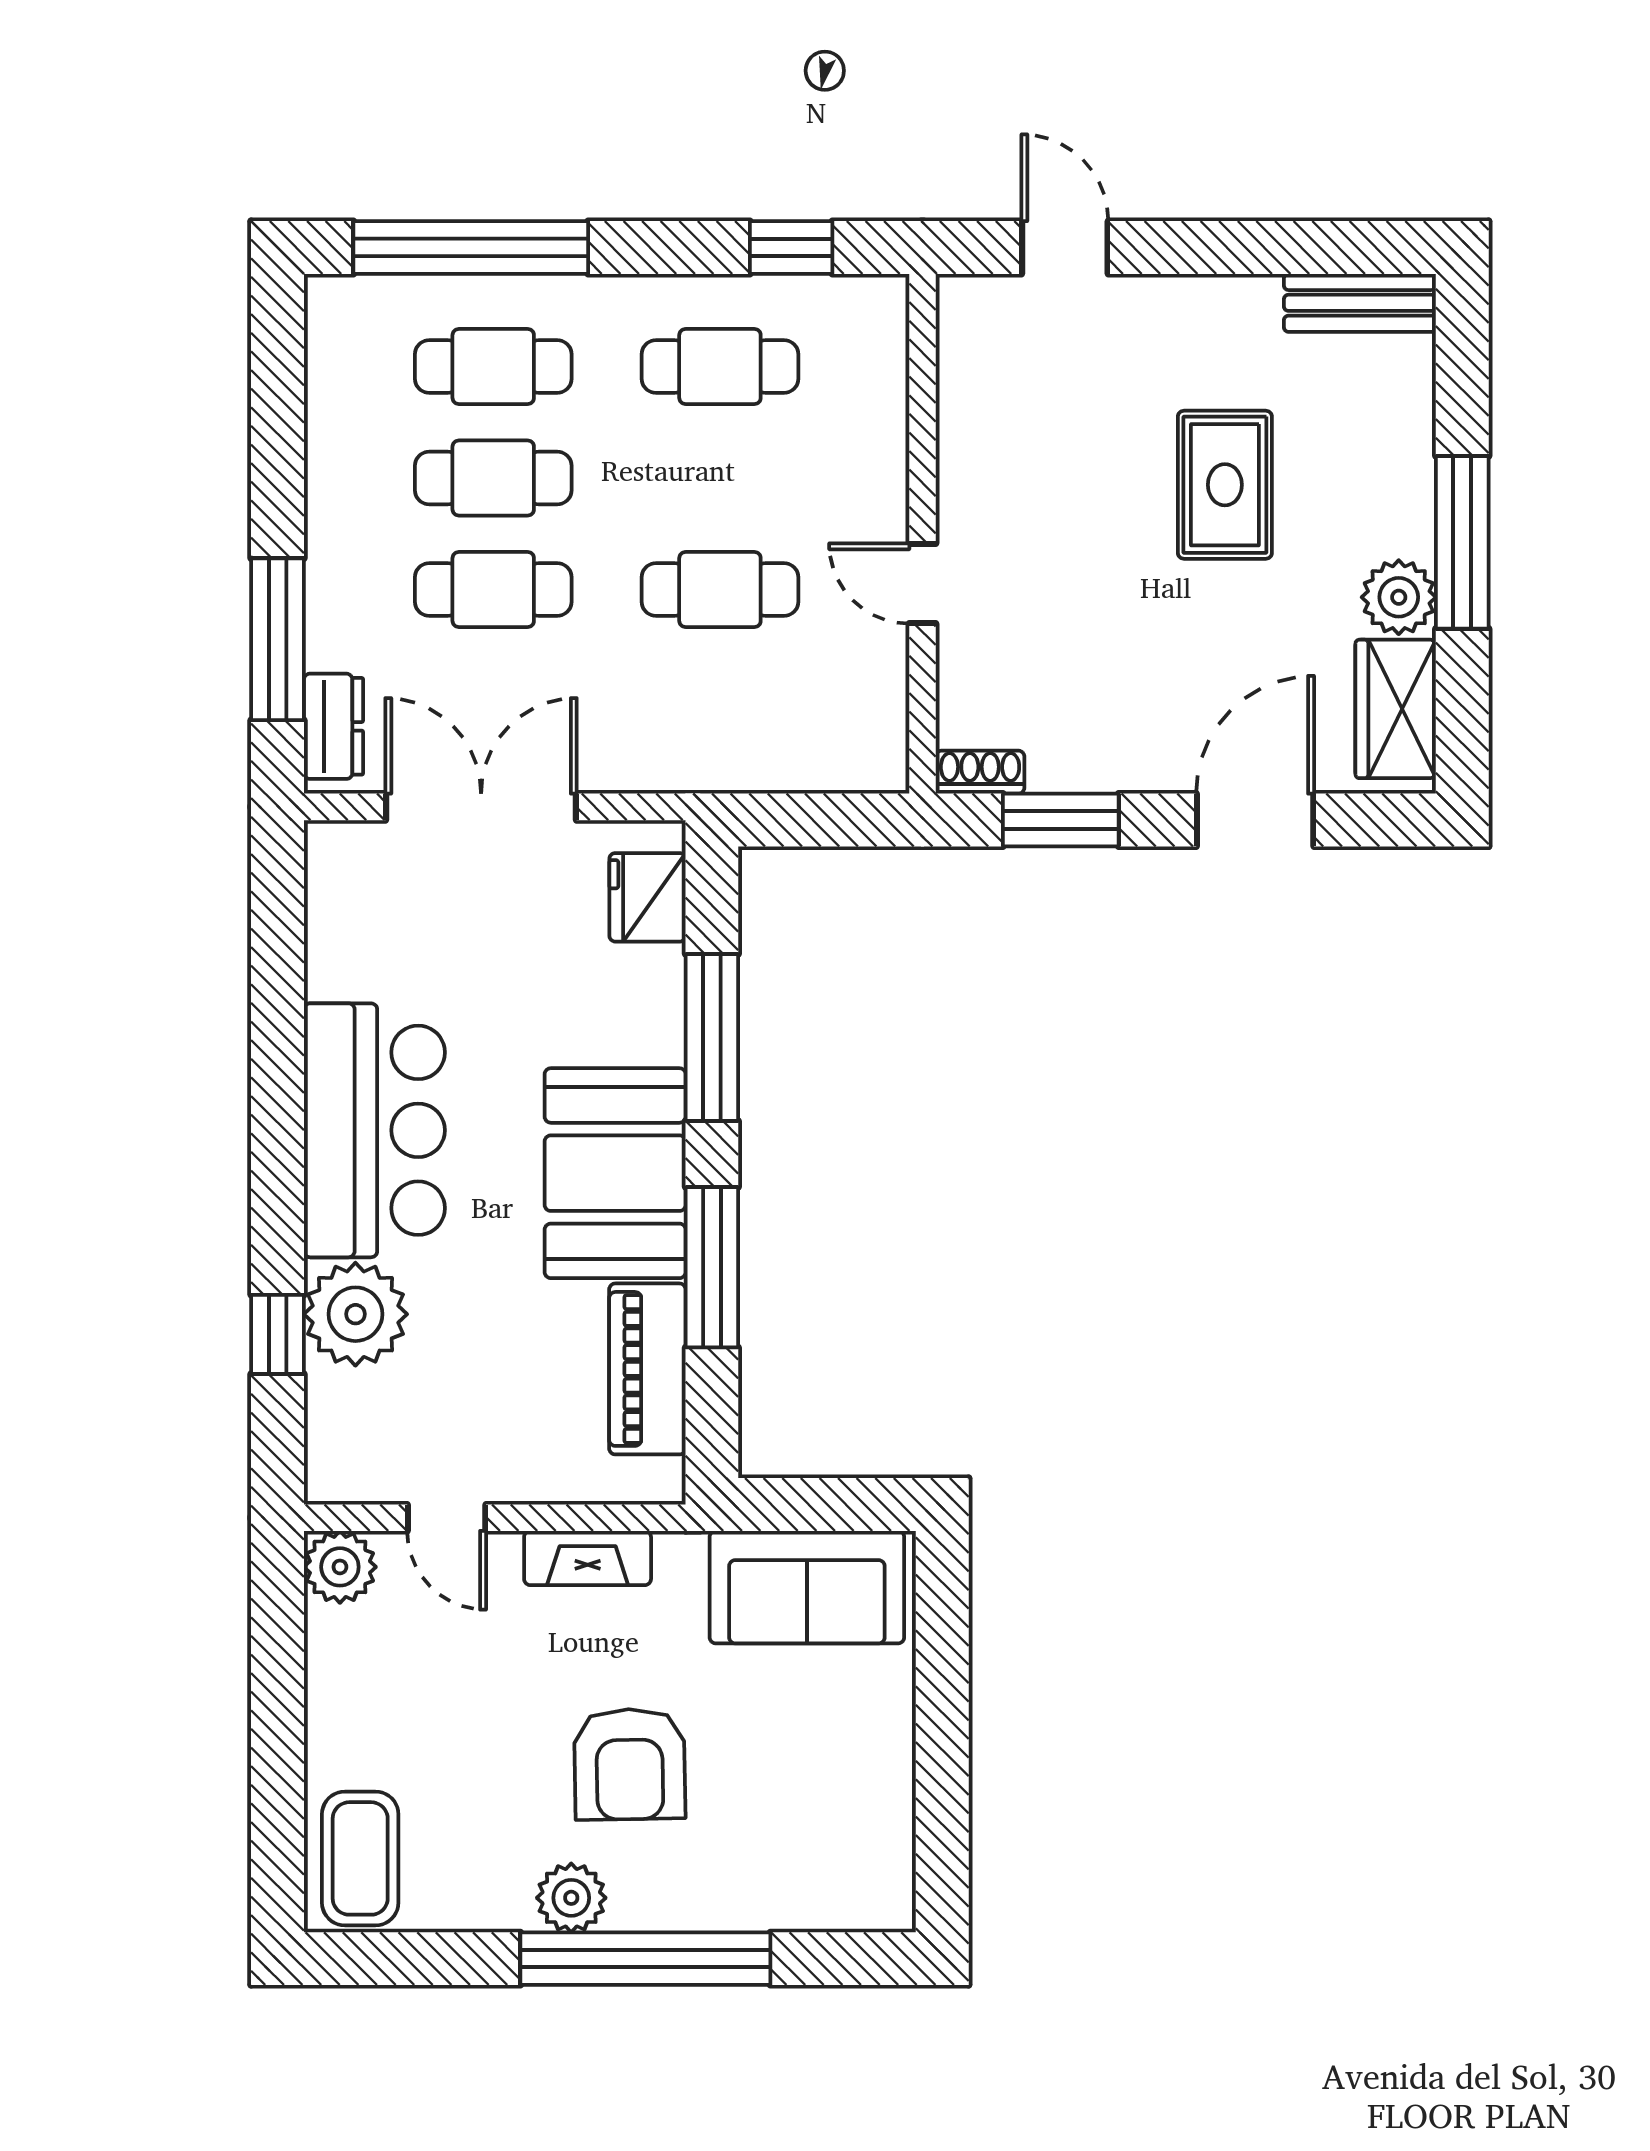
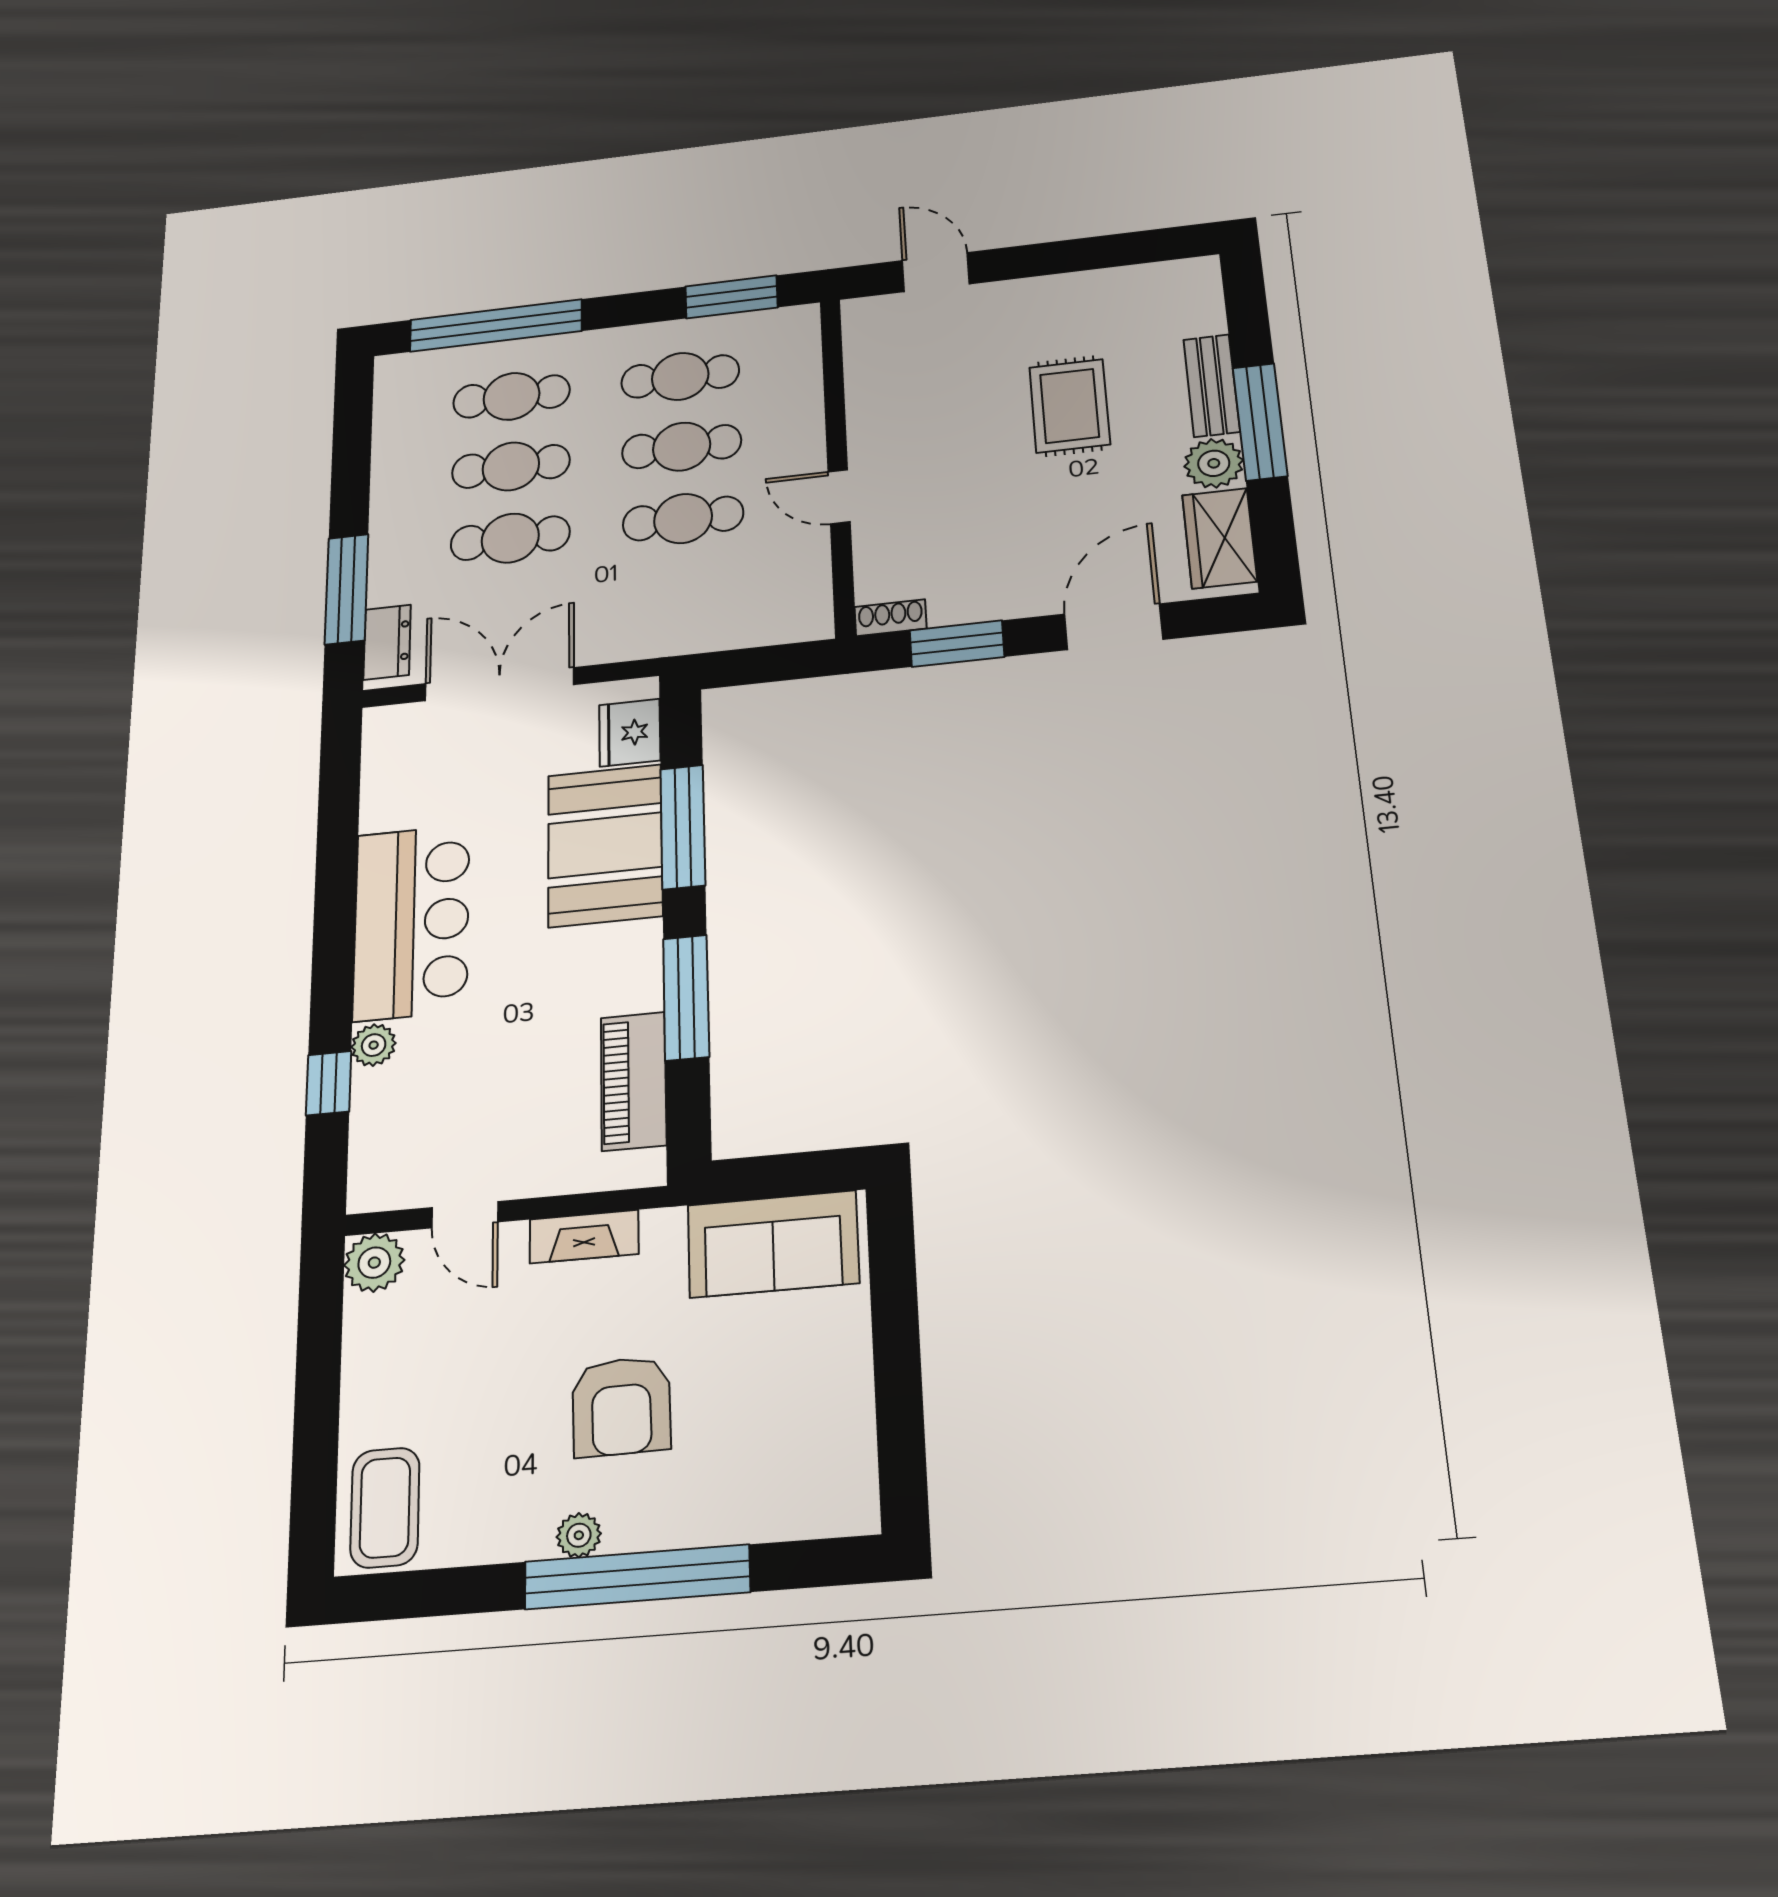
window: (791, 247) -> (731, 297), width x1.50
bench: (1360, 303) -> (1212, 386), moved, turned 90
cafe table: (720, 478) -> (682, 447), added
booth: (615, 1173) -> (605, 845), moved
plant: (355, 1314) -> (374, 1045), width x0.53, depth x0.53
plant: (571, 1898) -> (579, 1535), width x0.73, depth x0.73

